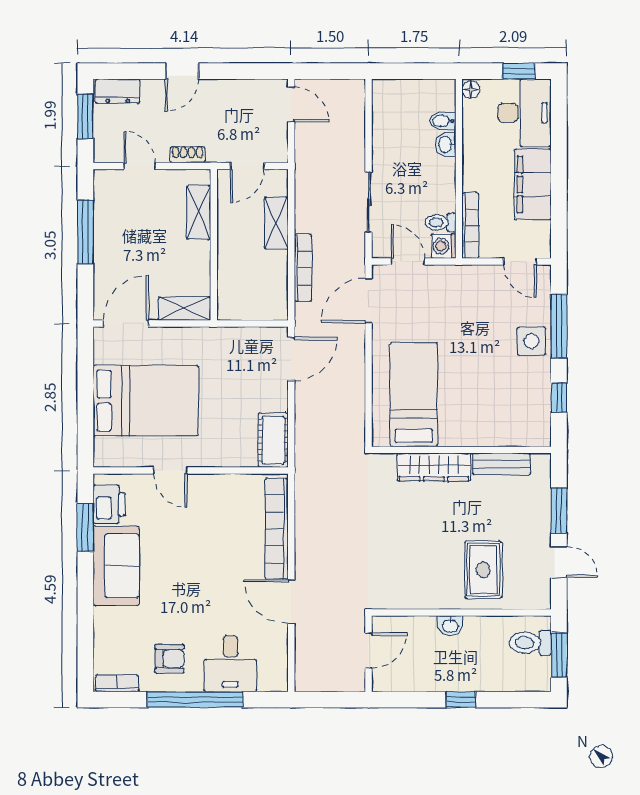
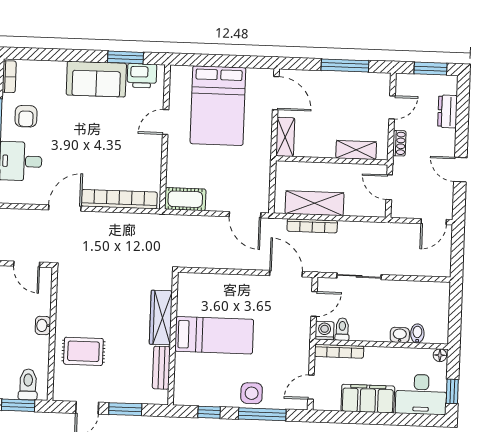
door: (182, 71) -> (460, 170), moved
dresser: (118, 91) -> (448, 111), moved
shelving: (276, 223) -> (314, 203), moved, width x1.50, depth x1.33
bed: (414, 395) -> (214, 335), moved

